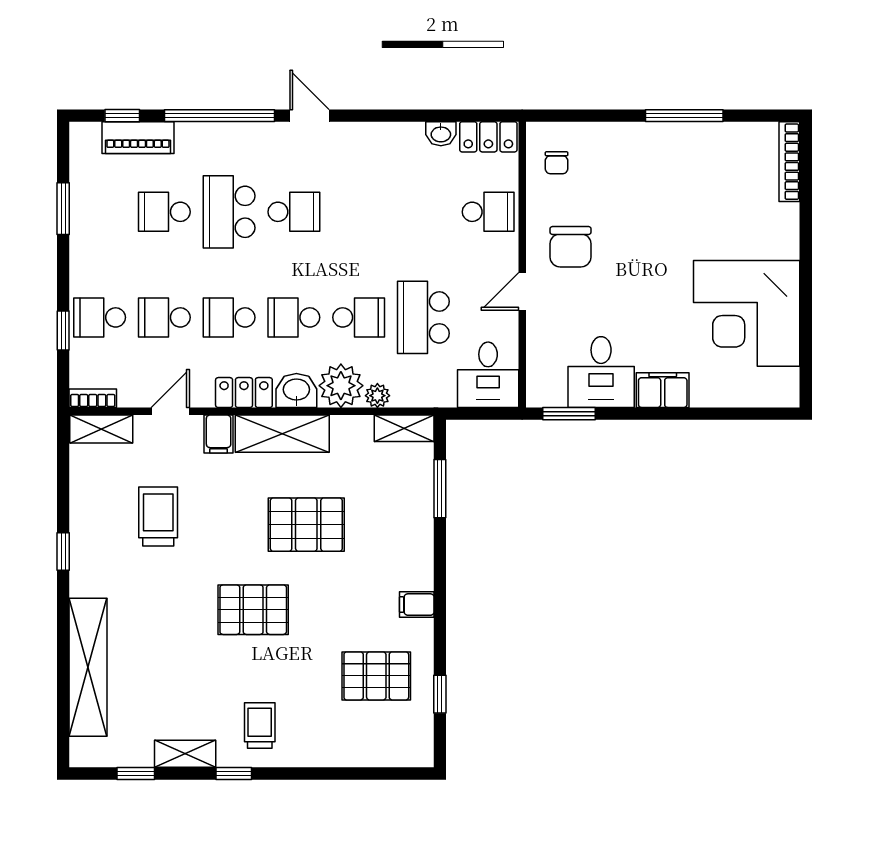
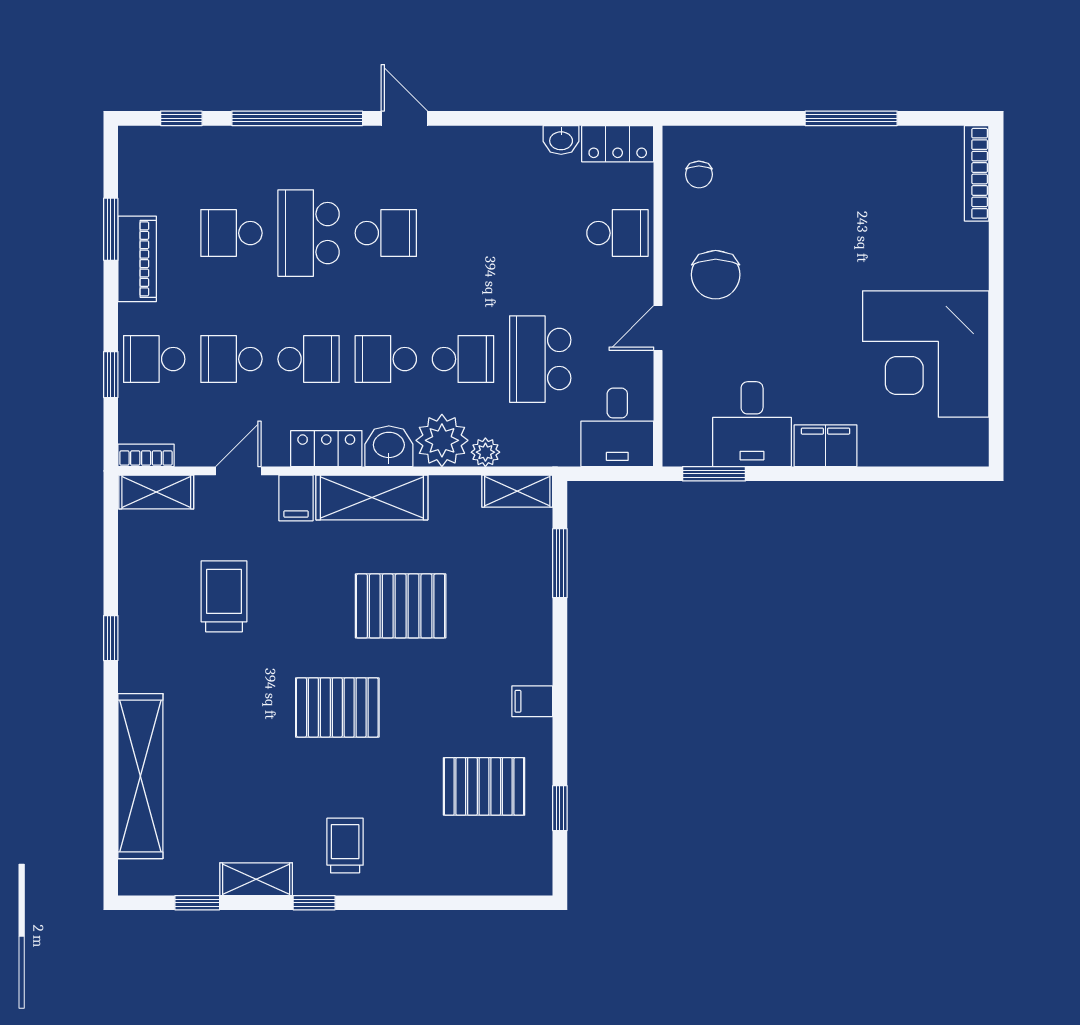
piano: (138, 138) -> (137, 259), moved, turned -90
school desk: (229, 317) -> (309, 359), turned 180

